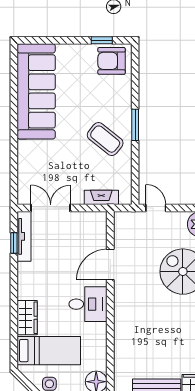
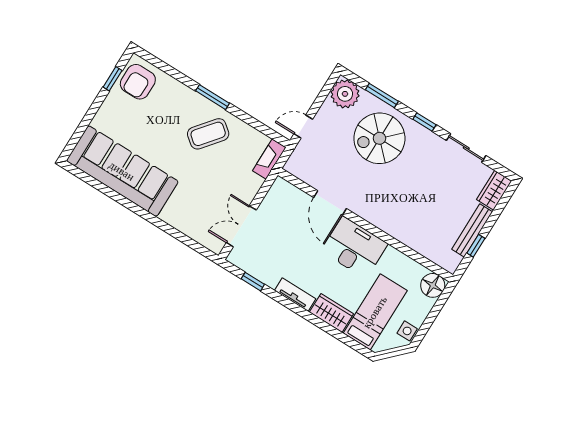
fireplace: (101, 197) -> (269, 159), moved
tv unit: (24, 236) -> (295, 295), moved, width x0.71
desk: (88, 304) -> (354, 247), width x1.37

